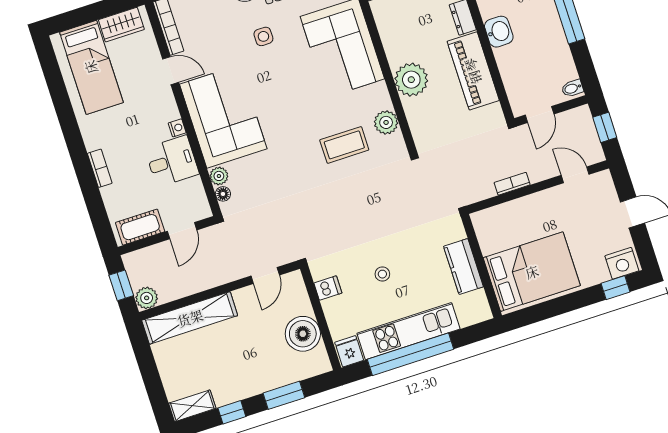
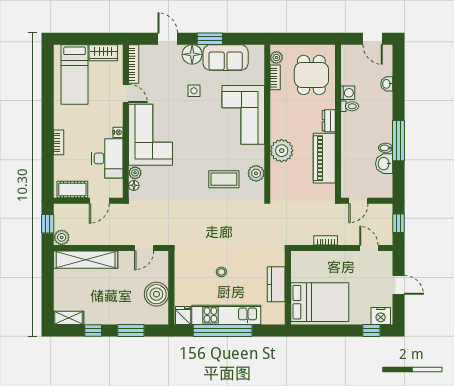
washbasin: (499, 32) -> (384, 164), moved, turned 180
bidet: (572, 88) -> (386, 148), moved
desk: (172, 161) -> (107, 158), width x1.37
dishwasher: (328, 288) -> (183, 270), removed

